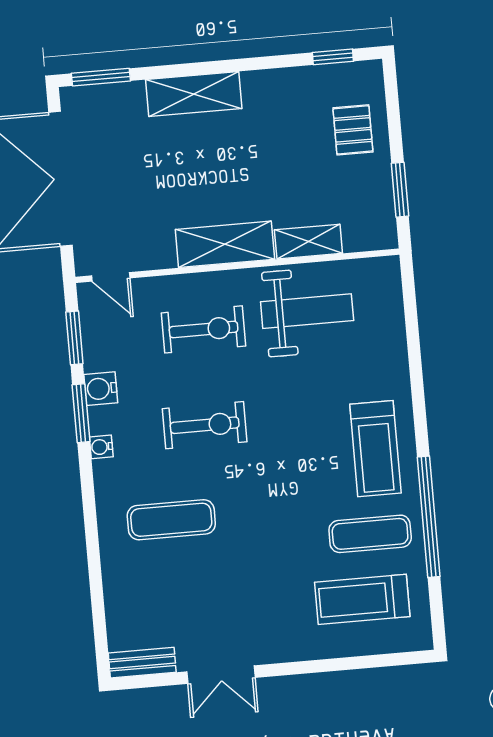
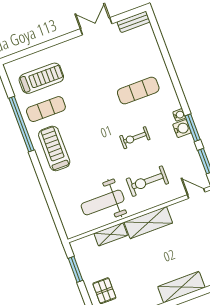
water cooler: (101, 389) -> (182, 129), moved
exercise bike: (205, 425) -> (135, 138), width x0.73, depth x0.72

